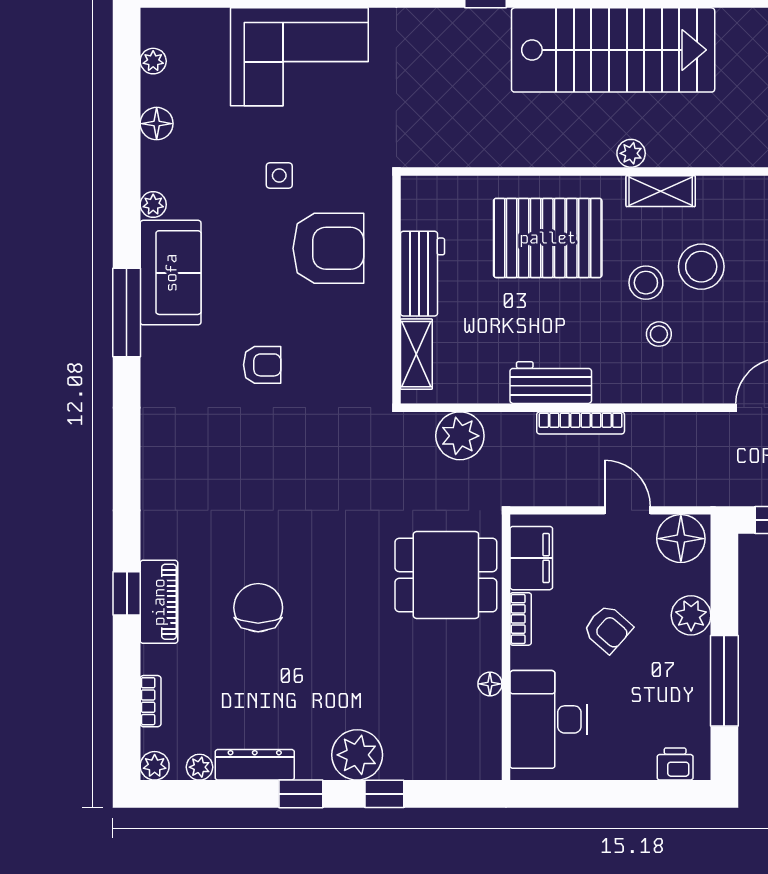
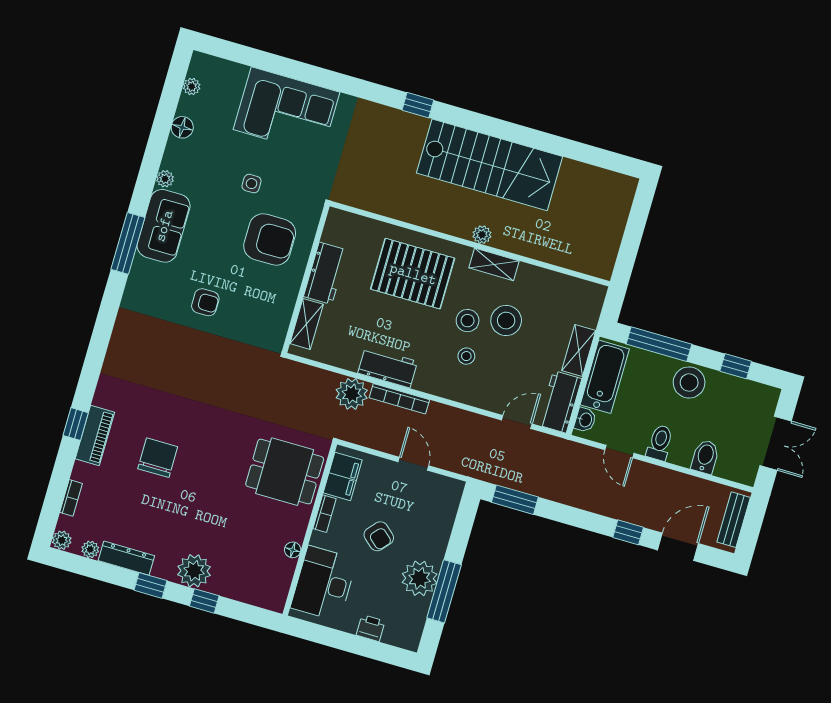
plant: (460, 436) -> (352, 394), moved
floor lamp: (681, 539) -> (442, 492), removed
plant: (691, 615) -> (420, 578), moved, width x1.36, depth x1.36
printer: (675, 764) -> (371, 628), moved

